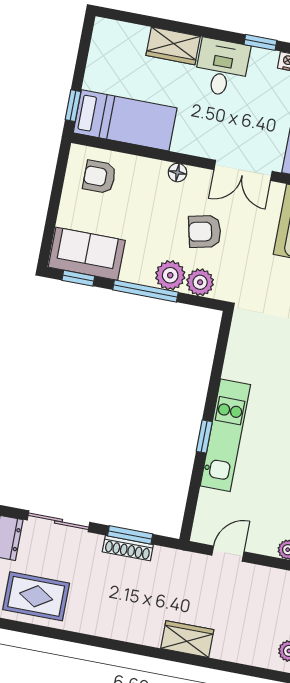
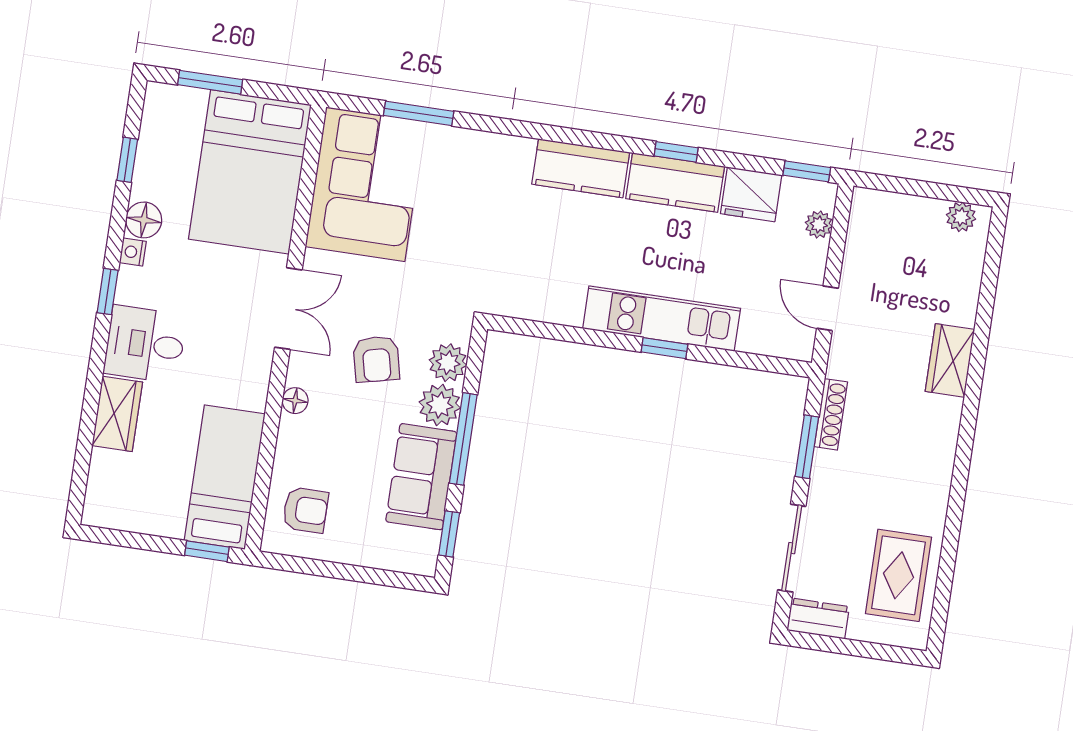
armchair: (99, 177) -> (305, 510), turned -90
sofa: (87, 254) -> (421, 477), moved
shoe rack: (128, 548) -> (831, 414), moved

